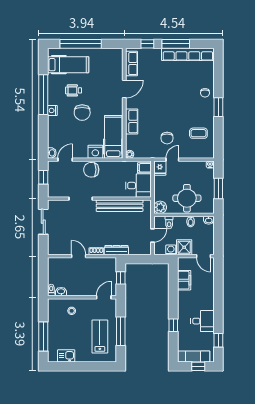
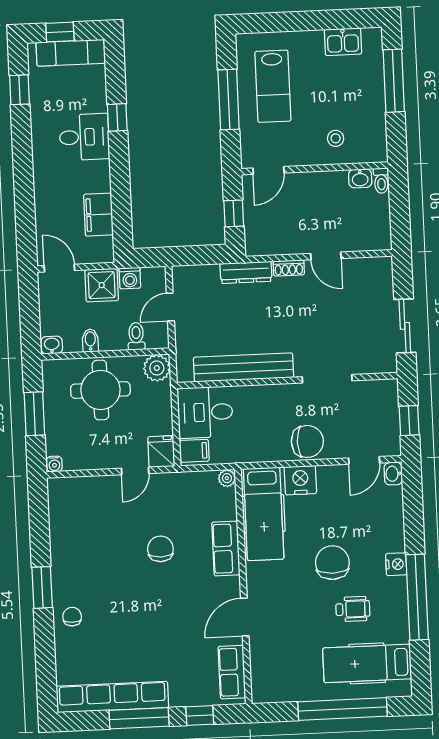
coffee table: (198, 133) -> (82, 530), removed
chair: (167, 138) -> (160, 549), moved
desk: (203, 321) -> (84, 137), moved, turned 180

